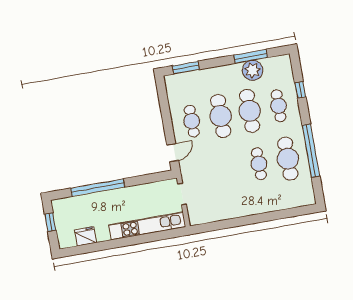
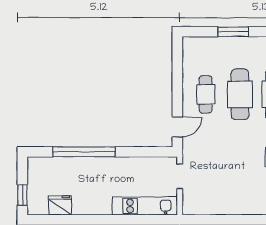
window: (186, 68) -> (233, 32), moved
window: (50, 222) -> (22, 195), moved
kitchen unit: (147, 226) -> (145, 206), width x0.73

